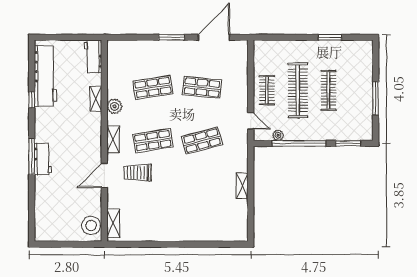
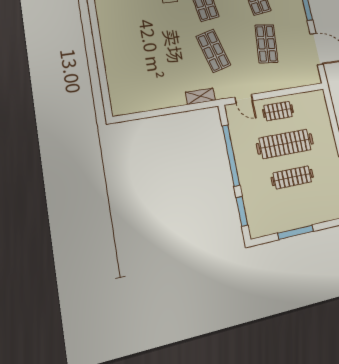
door: (251, 121) -> (244, 99), hinge flipped
plant: (278, 135) -> (235, 131), removed
shelving: (242, 186) -> (200, 96), moved

